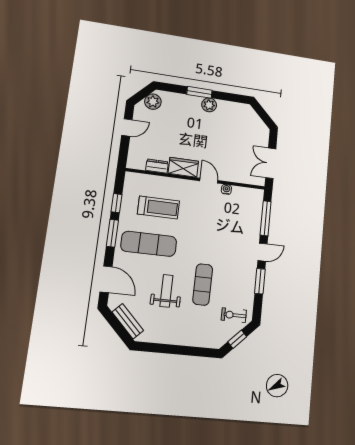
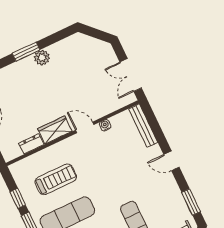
bench: (257, 209) -> (143, 126), added
window: (266, 218) -> (156, 129), removed
door: (263, 252) -> (171, 161), swing flipped
window: (260, 281) -> (191, 202), moved

